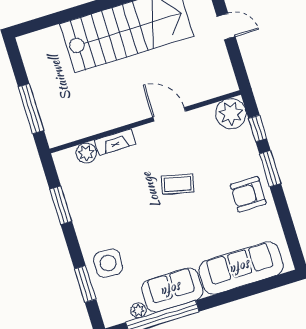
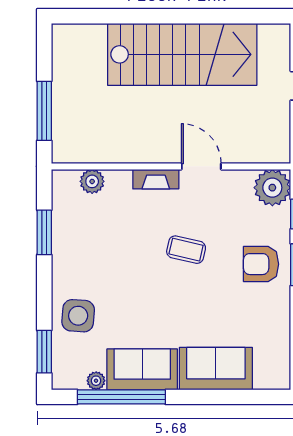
fireplace: (115, 142) -> (156, 179), moved
armchair: (248, 194) -> (261, 264), moved
sofa: (241, 268) -> (216, 369), width x0.73
window: (85, 284) -> (44, 352), moved

